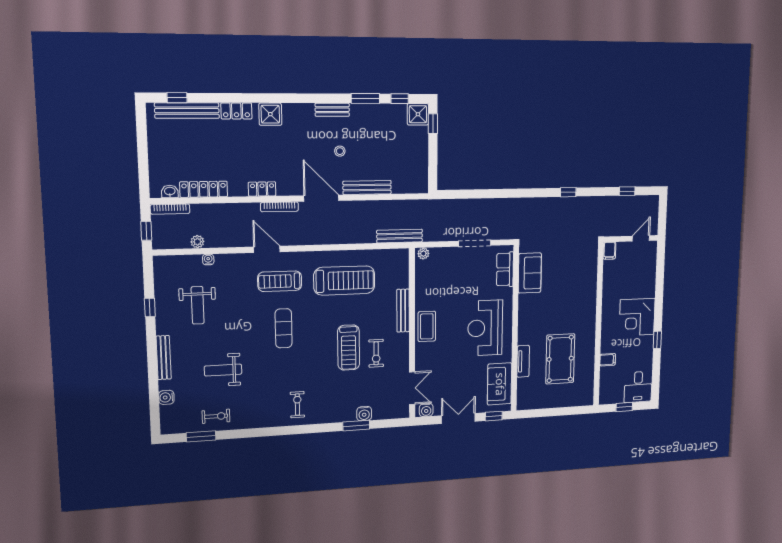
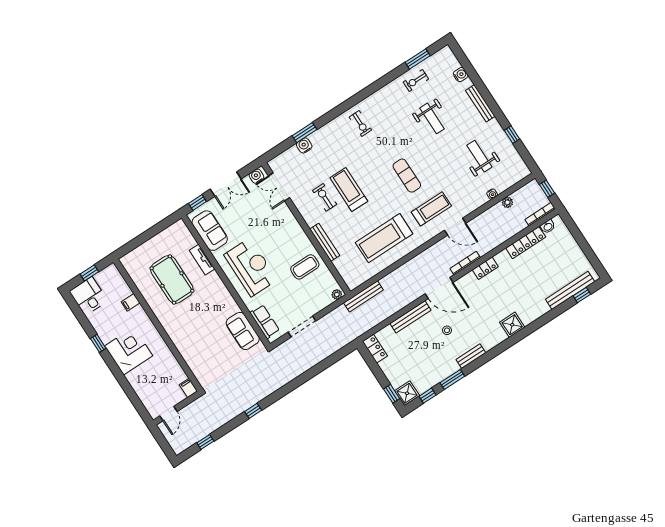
locker: (236, 111) -> (375, 349), moved, turned 90
coffee table: (427, 326) -> (305, 267), moved, turned 90
weight bench: (223, 370) -> (432, 118), turned 90

